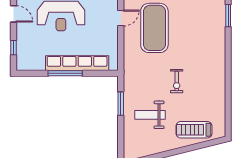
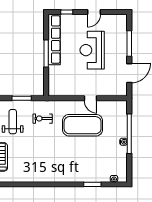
row of seats: (77, 63) -> (54, 39), moved
exercise bike: (177, 81) -> (43, 119), moved

